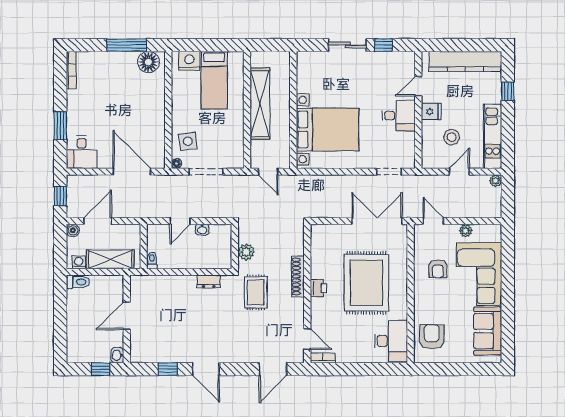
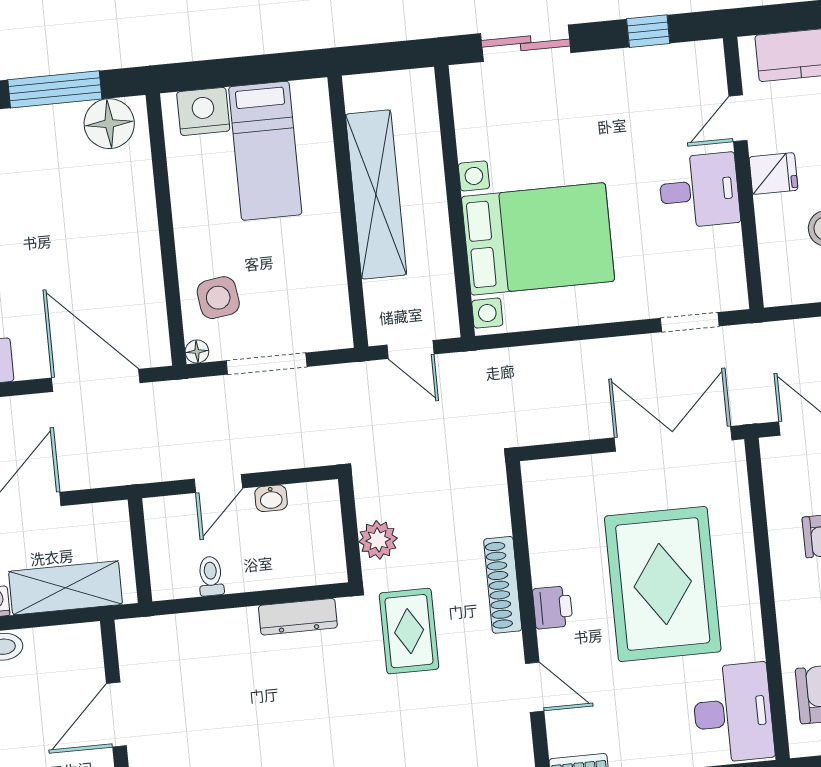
sliding door: (347, 45) -> (526, 43), moved
toilet: (152, 260) -> (211, 576), moved
dresser: (209, 281) -> (298, 617), width x1.44
door: (307, 339) -> (535, 687), moved

